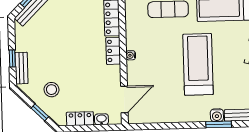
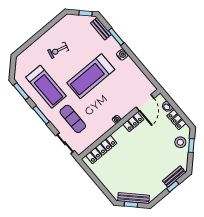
locker: (113, 51) -> (133, 122), moved
stool: (51, 90) -> (180, 142), moved
door: (124, 99) -> (145, 103), swing flipped
water cooler: (217, 115) -> (122, 55), moved

